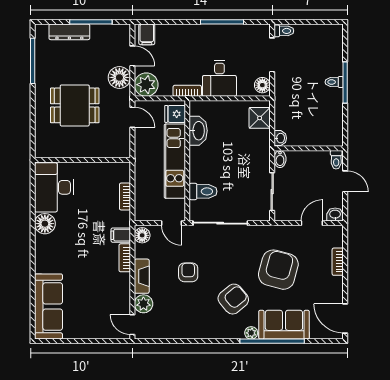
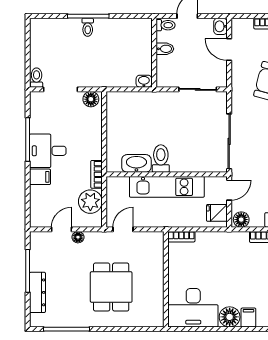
filing cabinet: (147, 34) -> (40, 177), moved
floor lamp: (119, 77) -> (78, 237), width x0.53, depth x0.53
desk: (219, 78) -> (48, 151), moved, turned 180
plant: (146, 85) -> (90, 202), moved
fridge: (175, 114) -> (217, 213), moved, turned 90
shower: (260, 118) -> (124, 102), removed
bidet: (280, 159) -> (165, 49), moved
toilet: (203, 191) -> (161, 159), moved
bookcase: (125, 197) -> (181, 237), moved
filing cabinet: (121, 235) -> (248, 318), moved, turned 180

